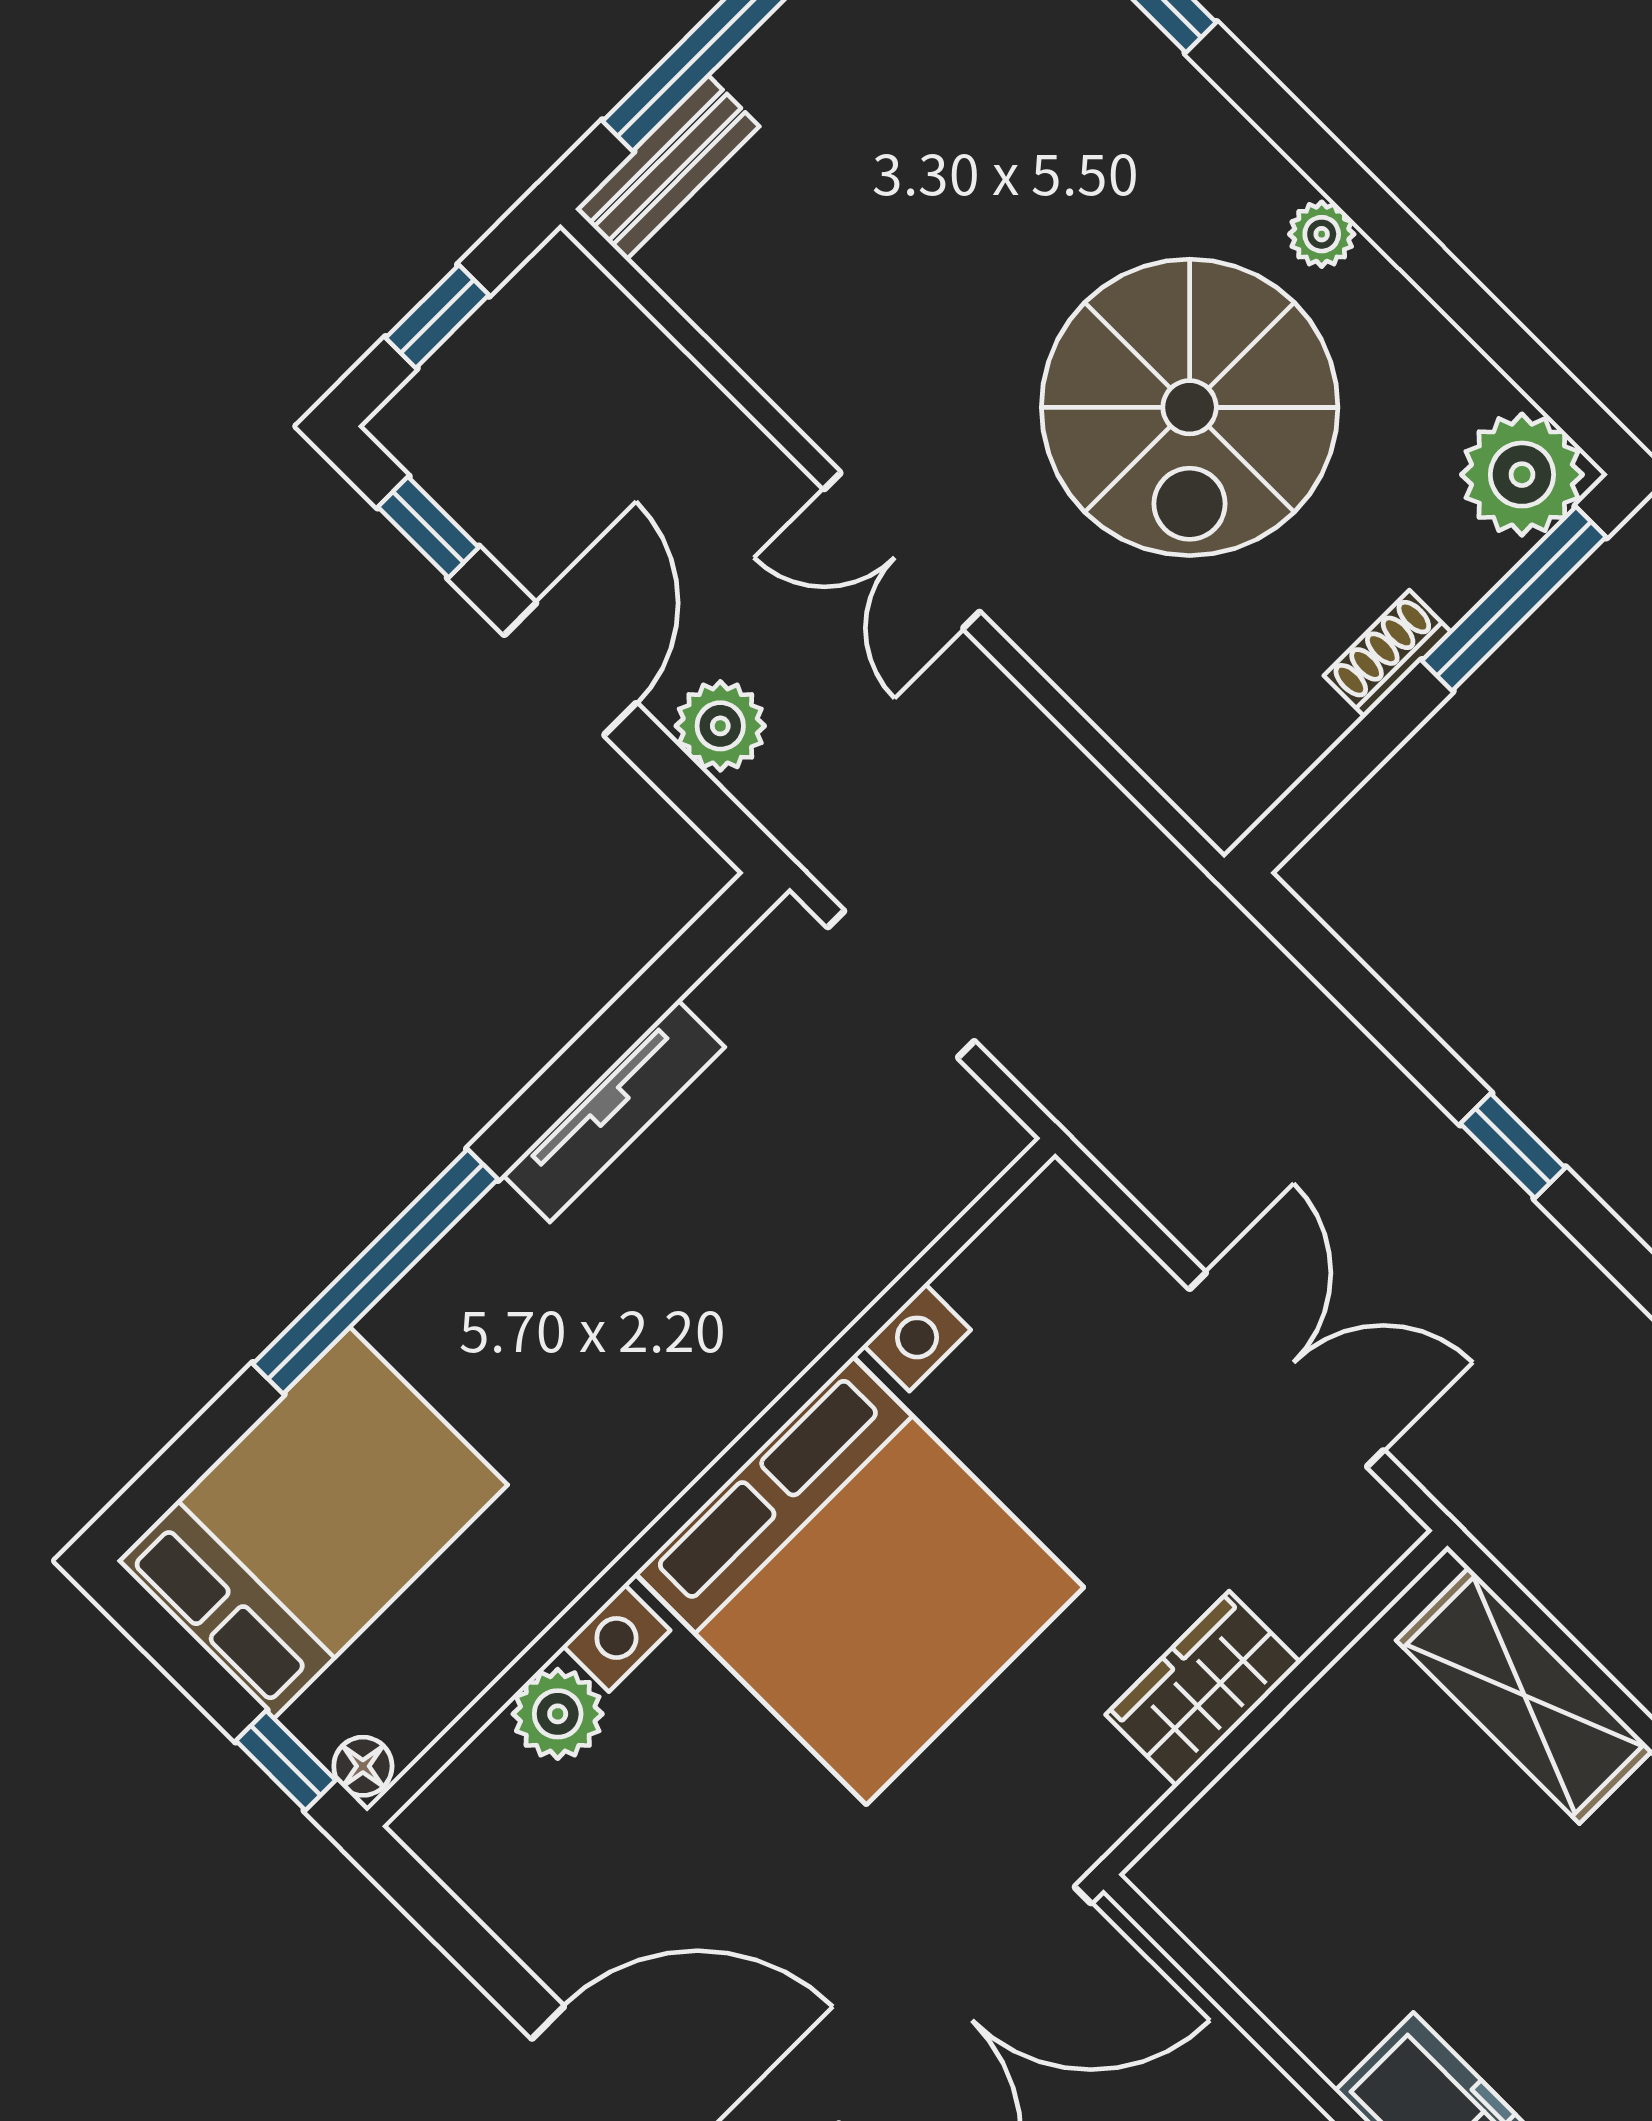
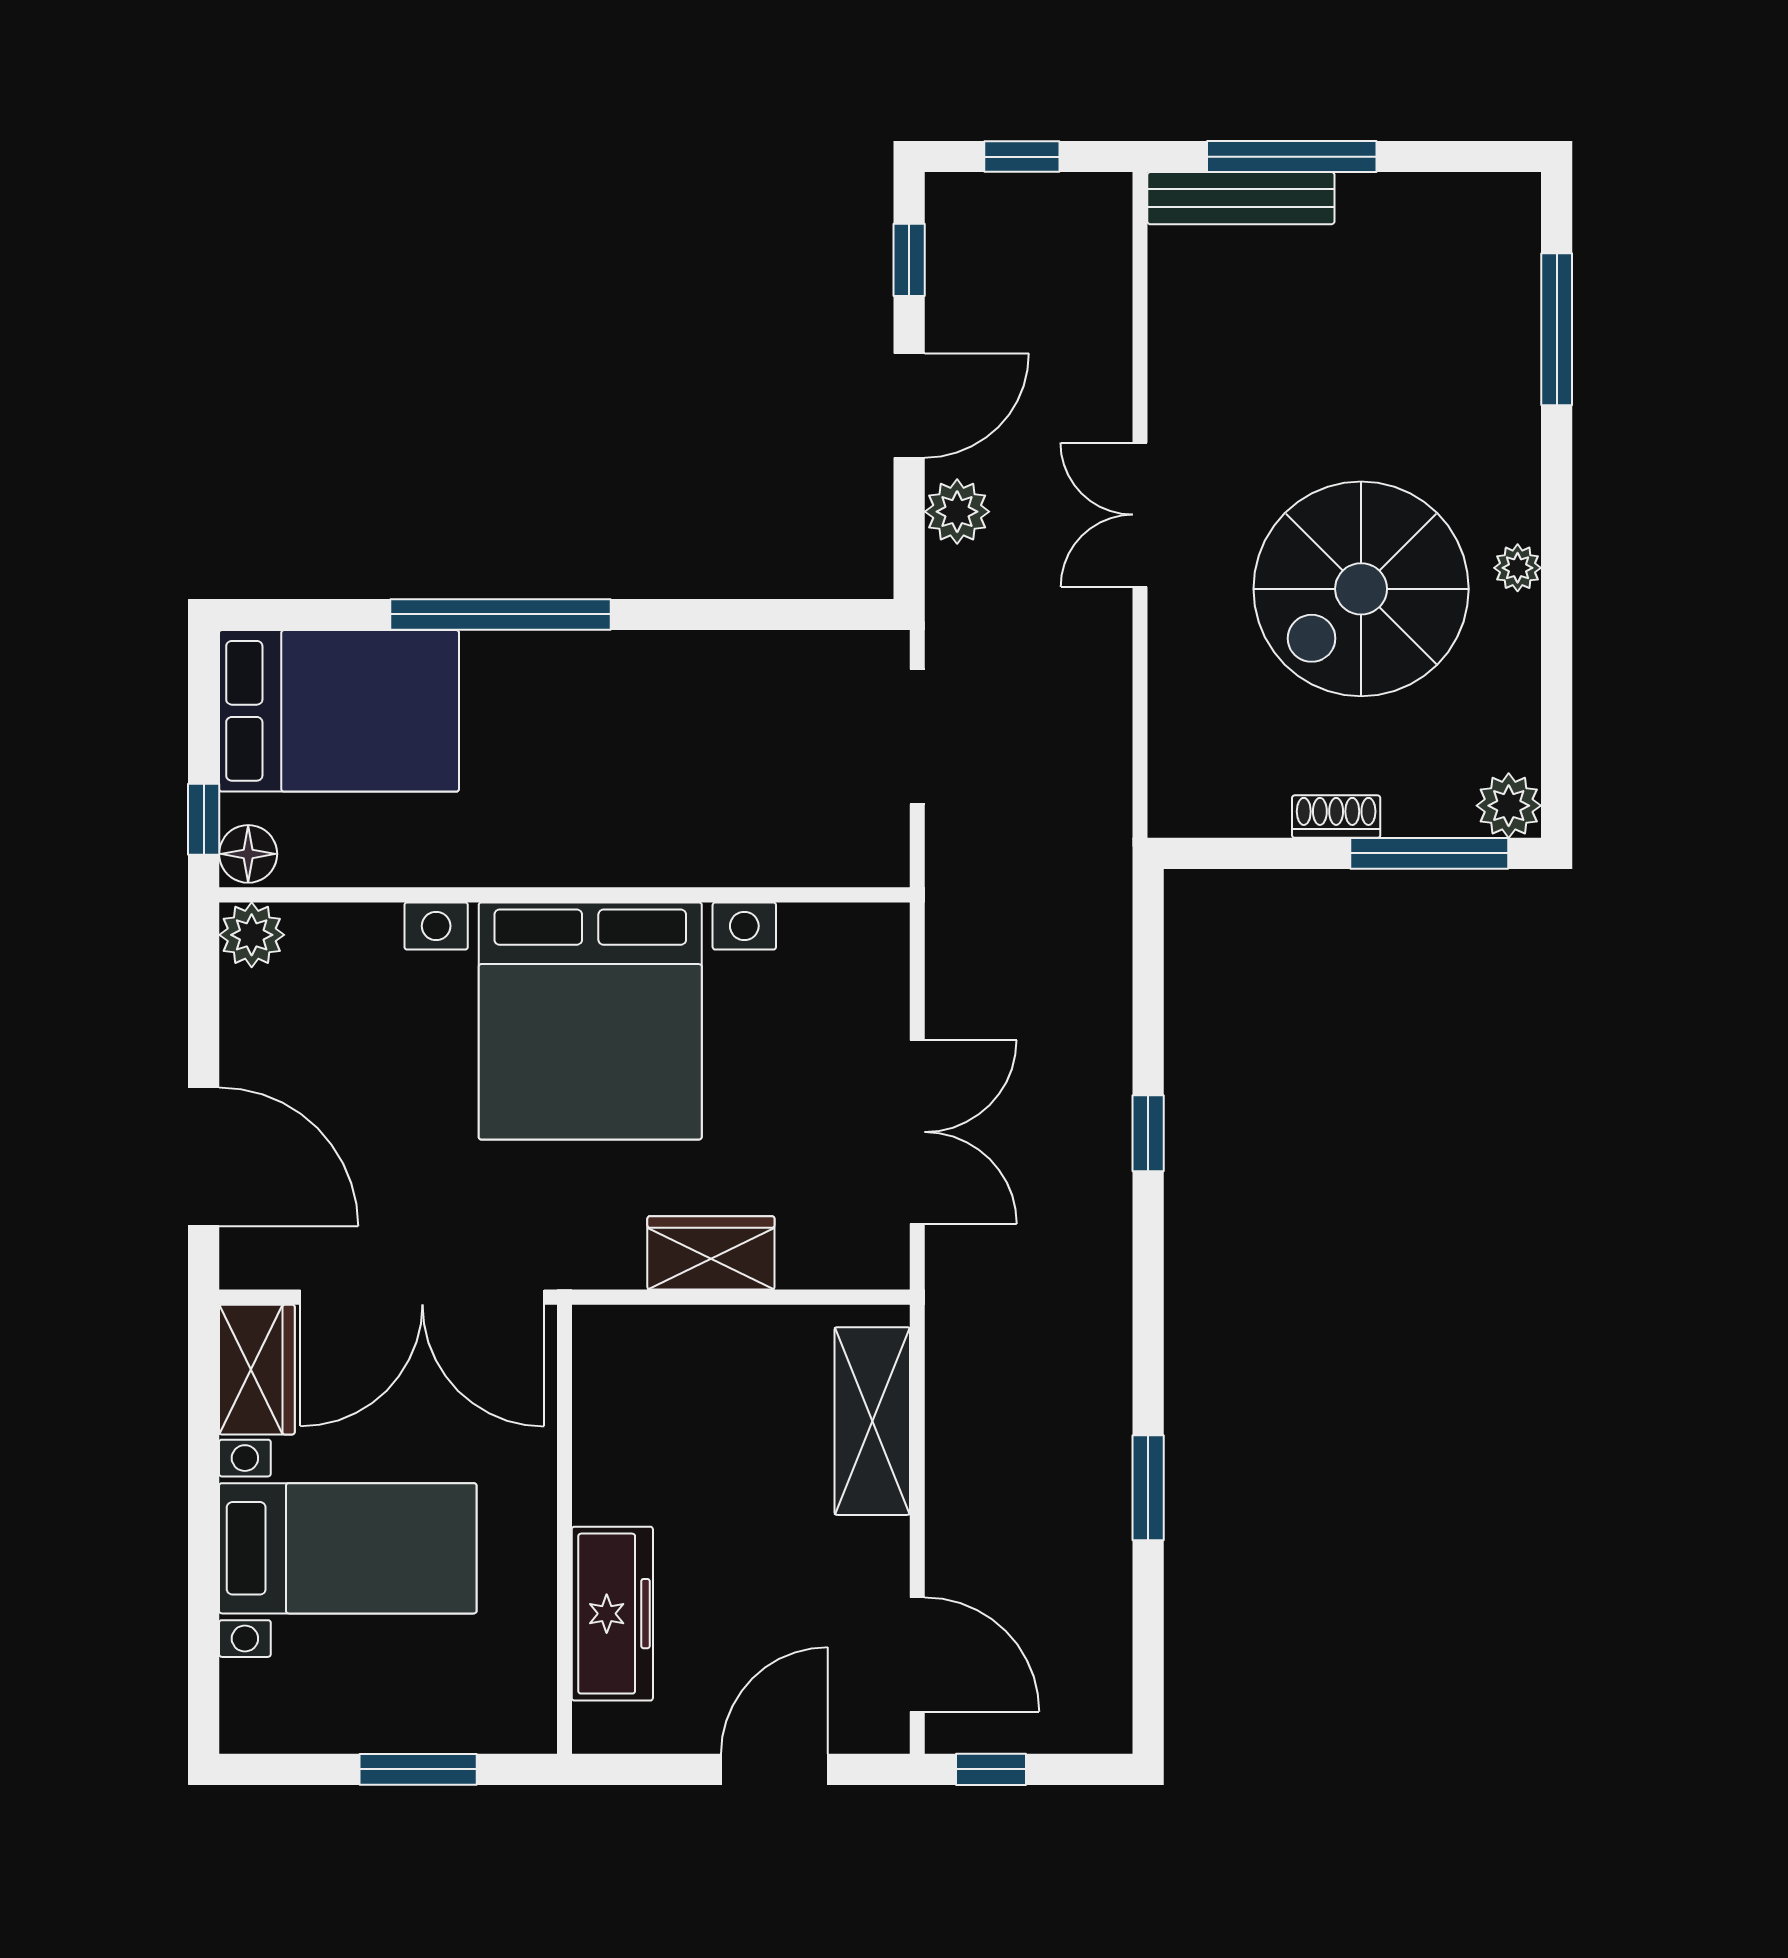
bench: (667, 168) -> (1241, 198), width x1.36
plant: (1522, 475) -> (1509, 806), width x0.73, depth x0.73
tv unit: (614, 1111) -> (705, 654), removed
plant: (558, 1714) -> (252, 935), moved
floor lamp: (363, 1766) -> (248, 854), width x1.37, depth x1.37

